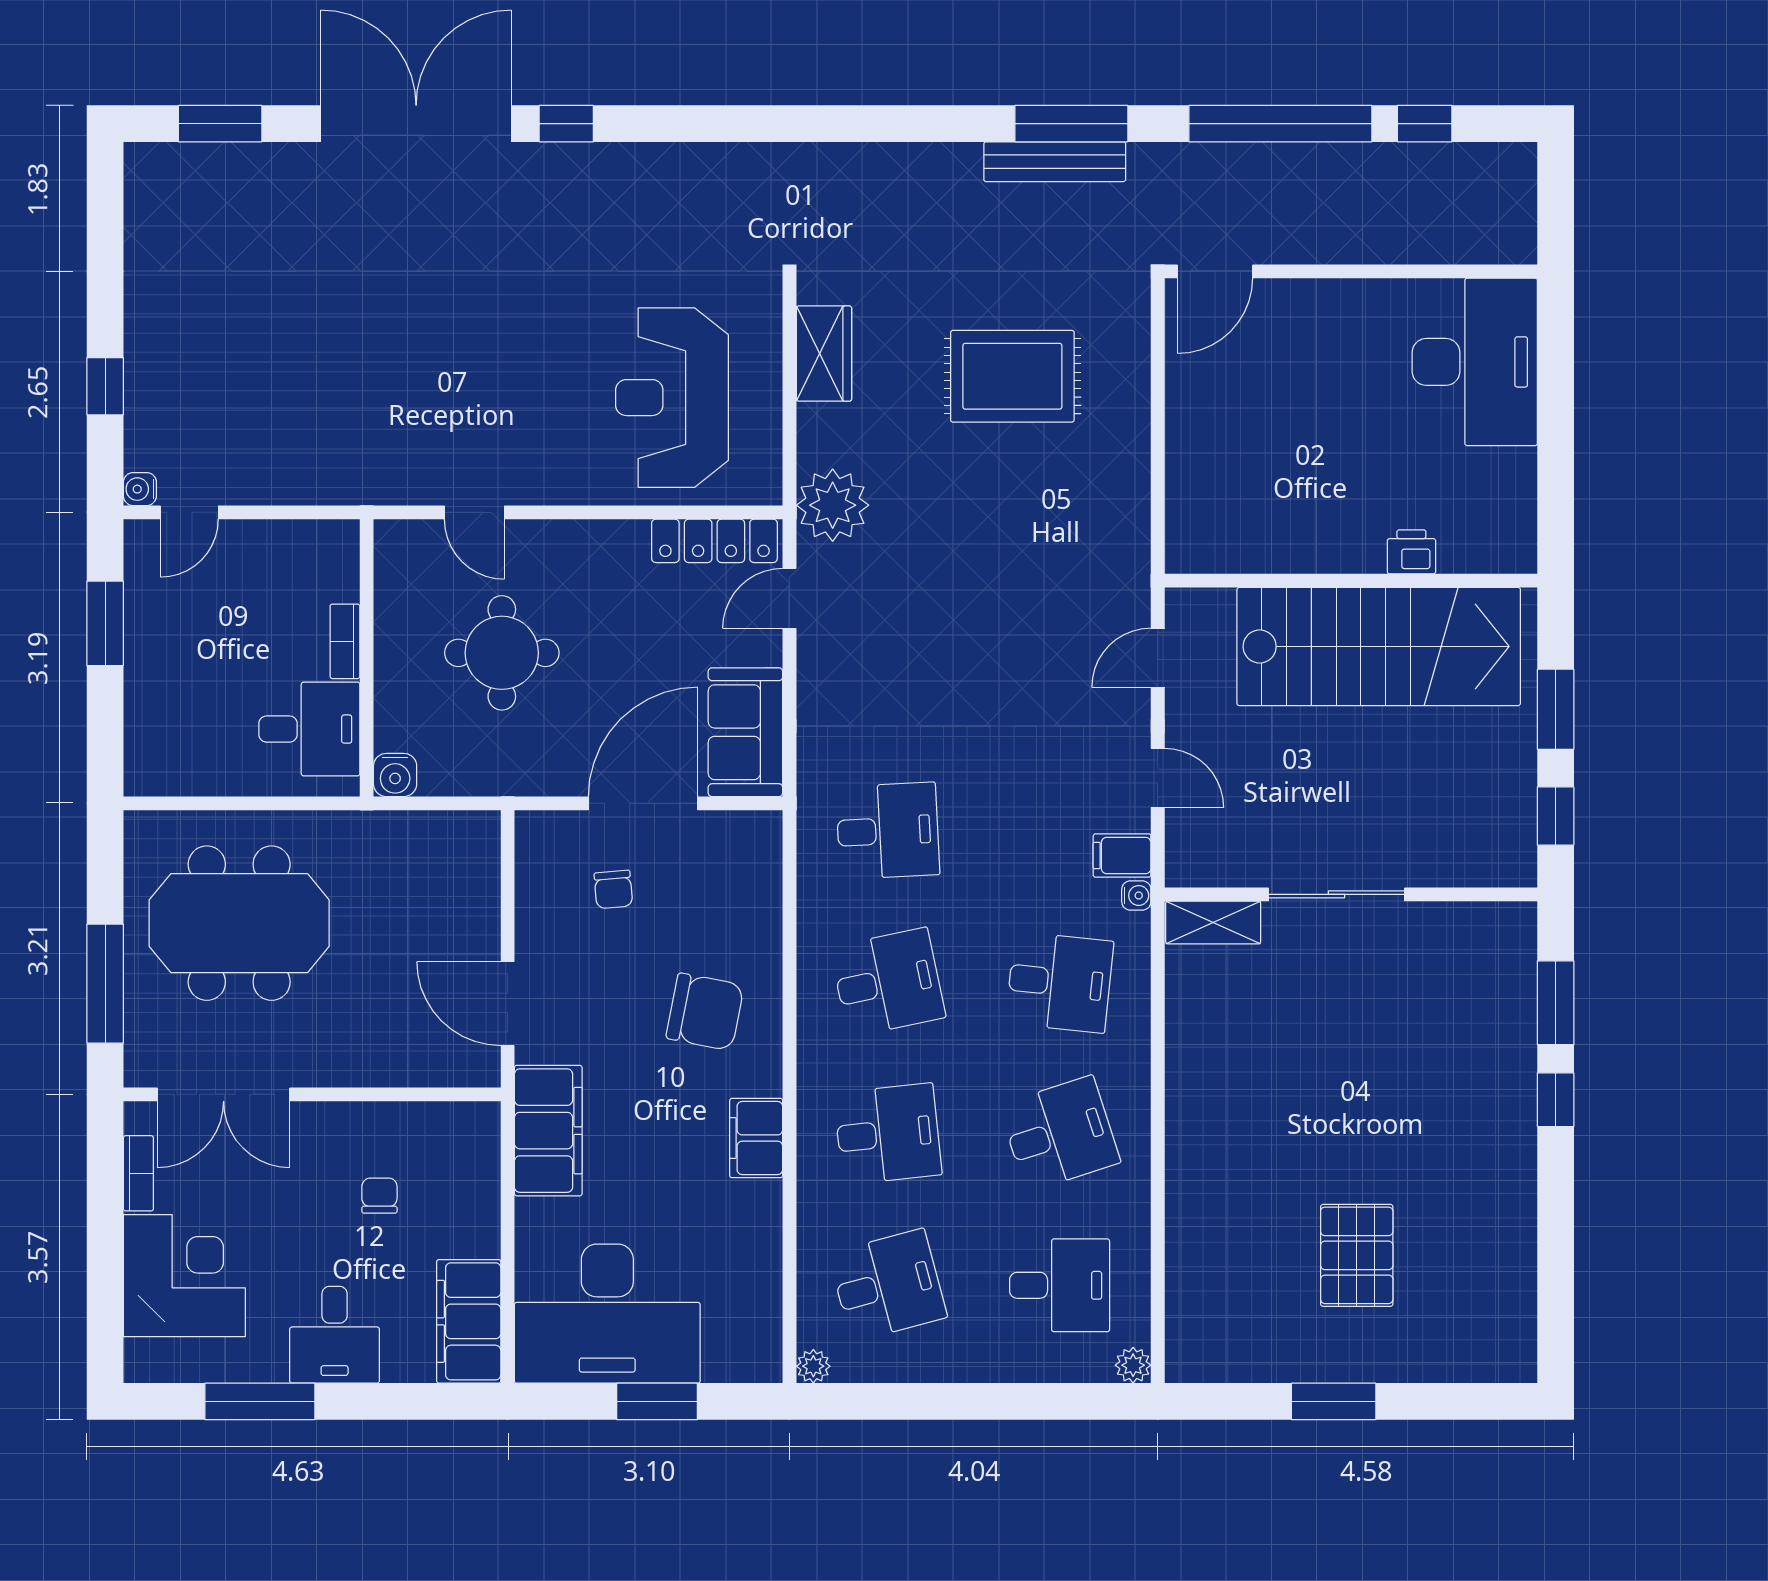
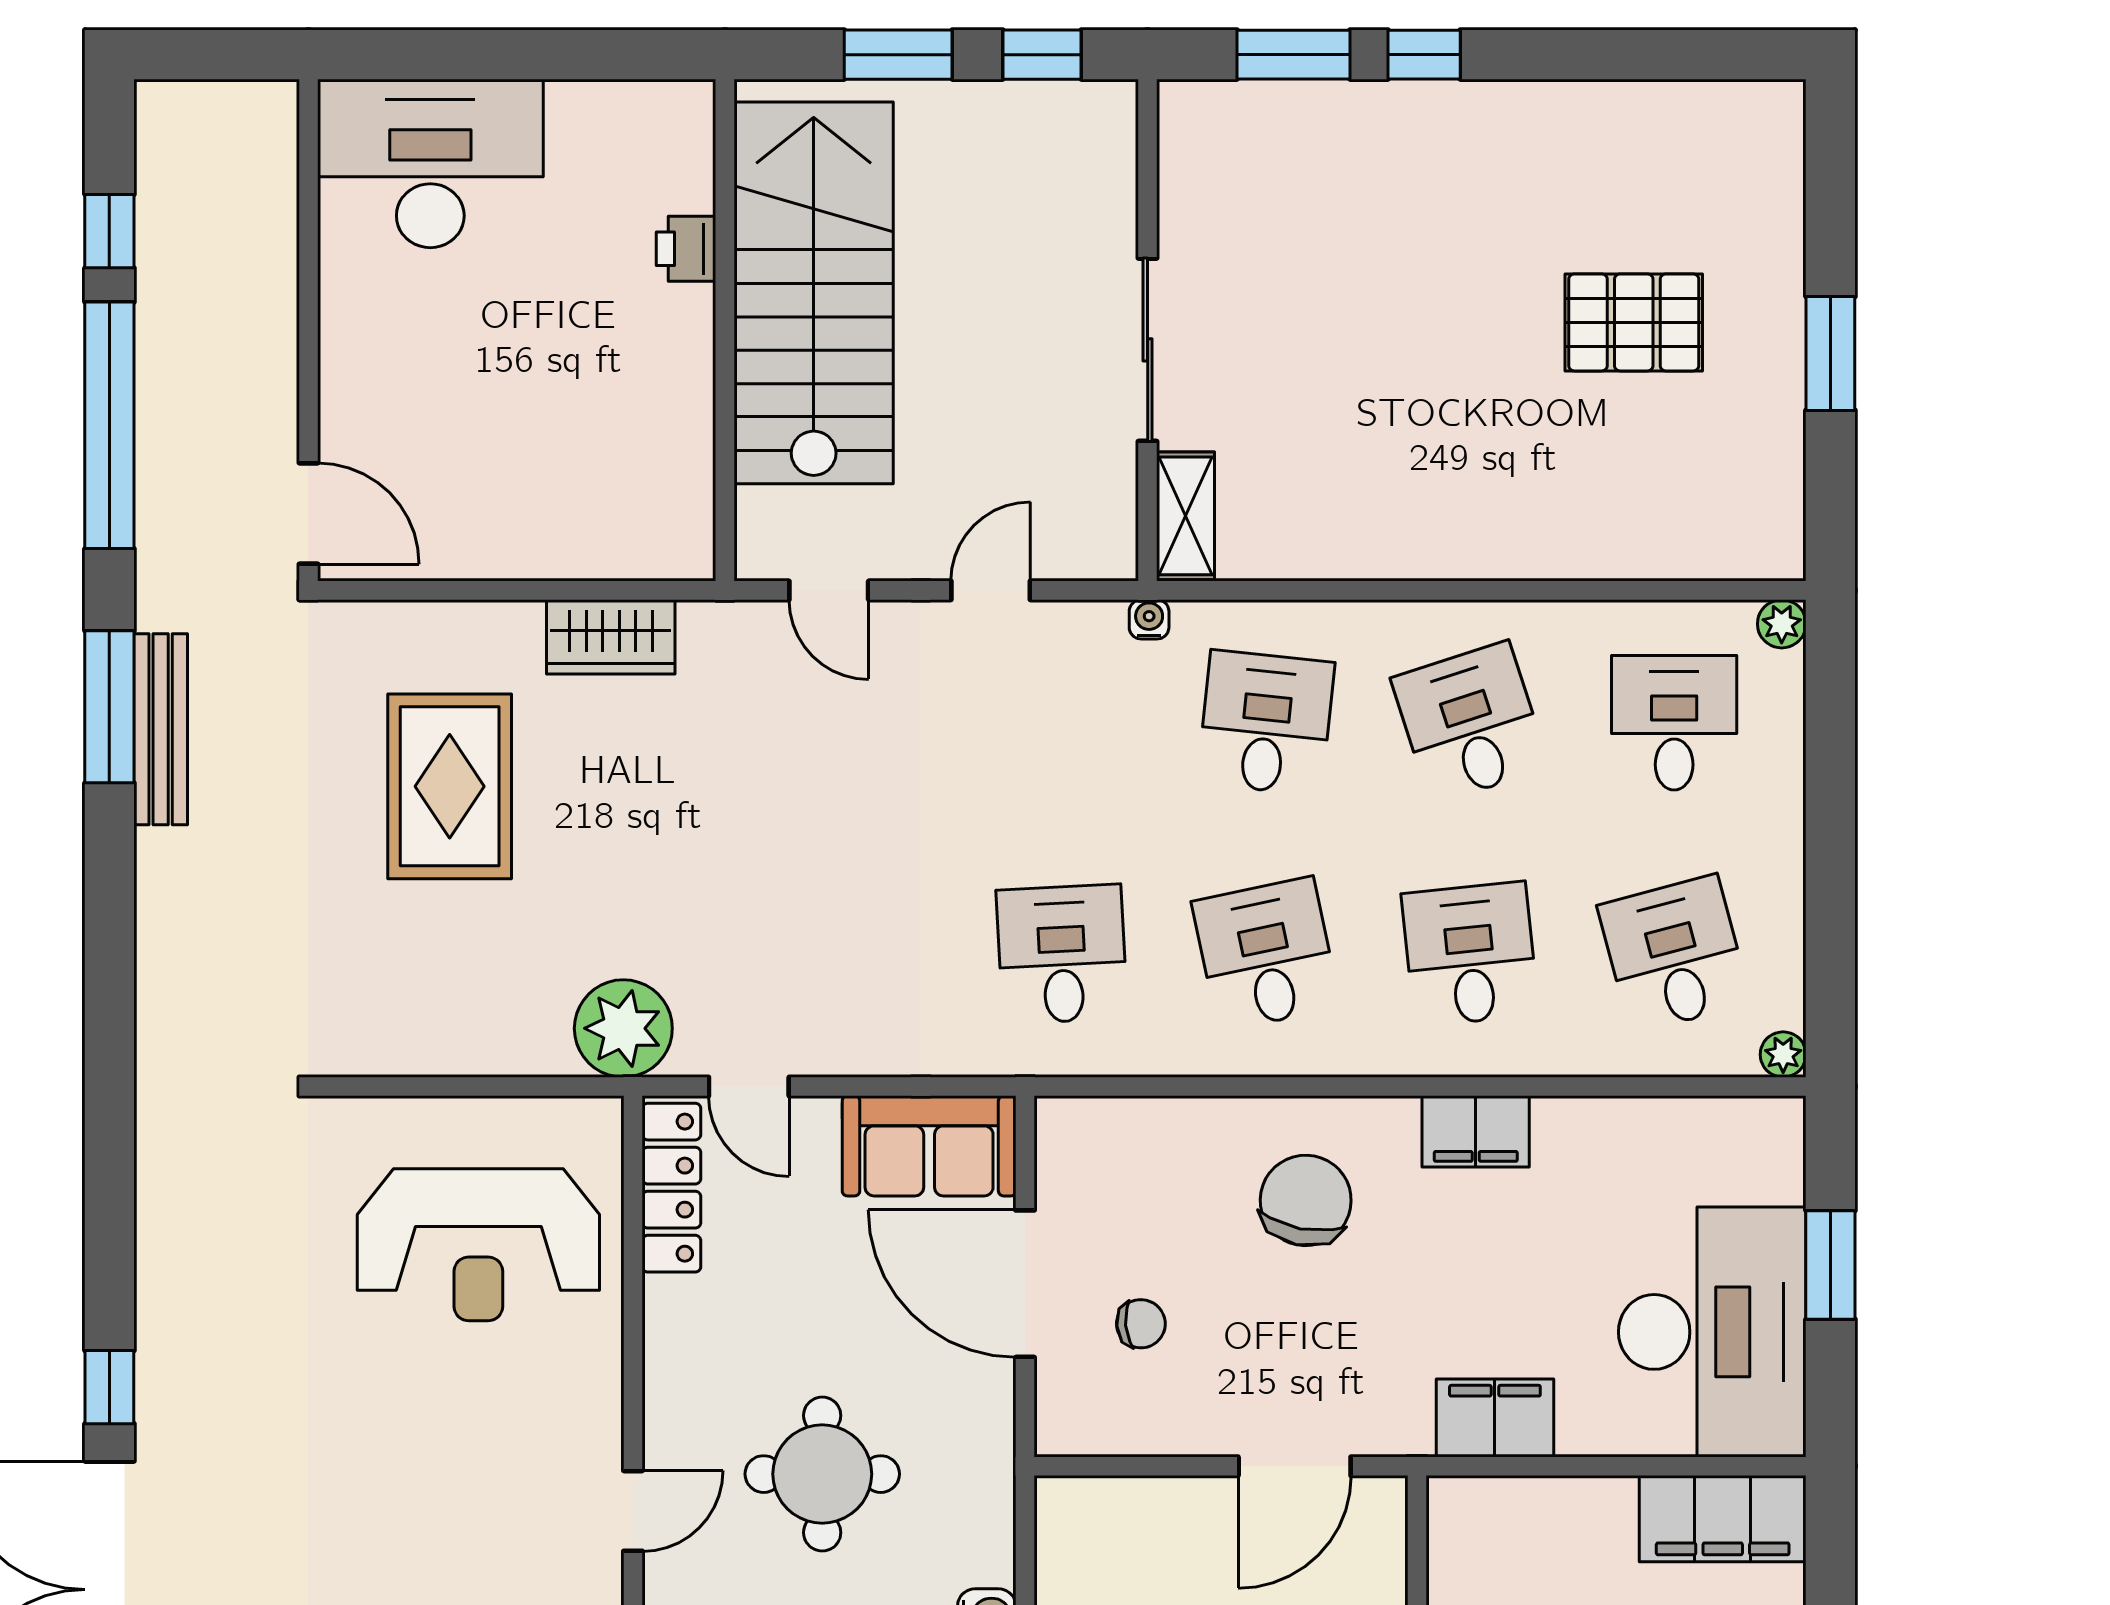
wardrobe: (824, 354) -> (611, 637), moved, turned 180
filing cabinet: (1122, 856) -> (1095, 639), removed
filing cabinet: (548, 1131) -> (1495, 1418), width x0.67, depth x0.86

